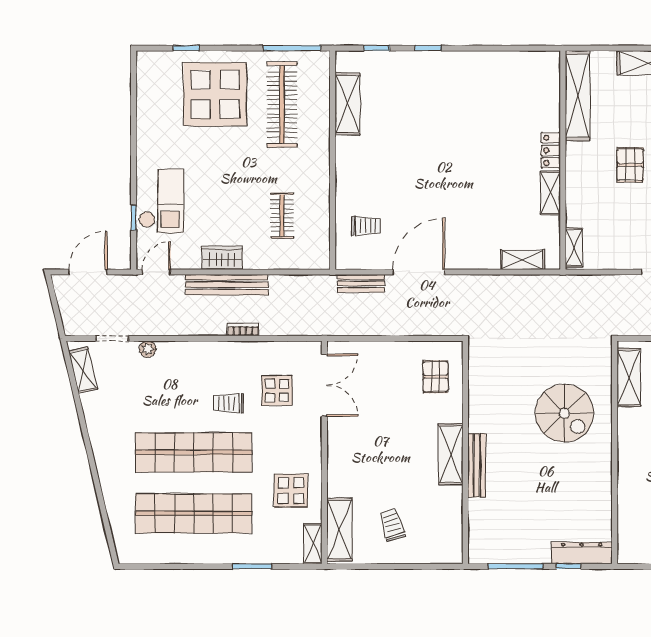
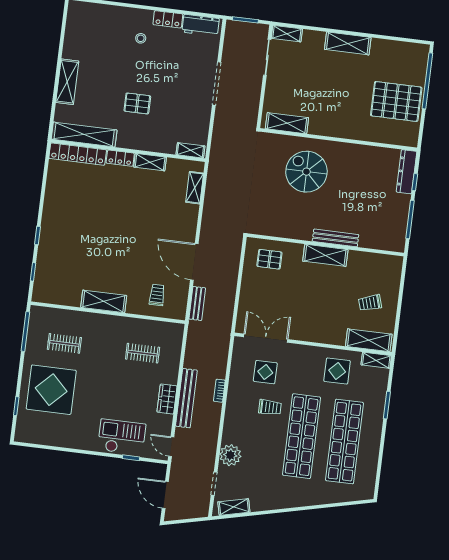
locker: (549, 90) -> (78, 154), added
shelving: (348, 104) -> (104, 301), moved
clothes rail: (282, 105) -> (64, 343), width x0.54, depth x0.76
plant: (148, 349) -> (230, 455), width x1.87, depth x1.87
trolley: (228, 403) -> (270, 407), turned -90
spiral stairs: (564, 413) -> (306, 172), turned -90

